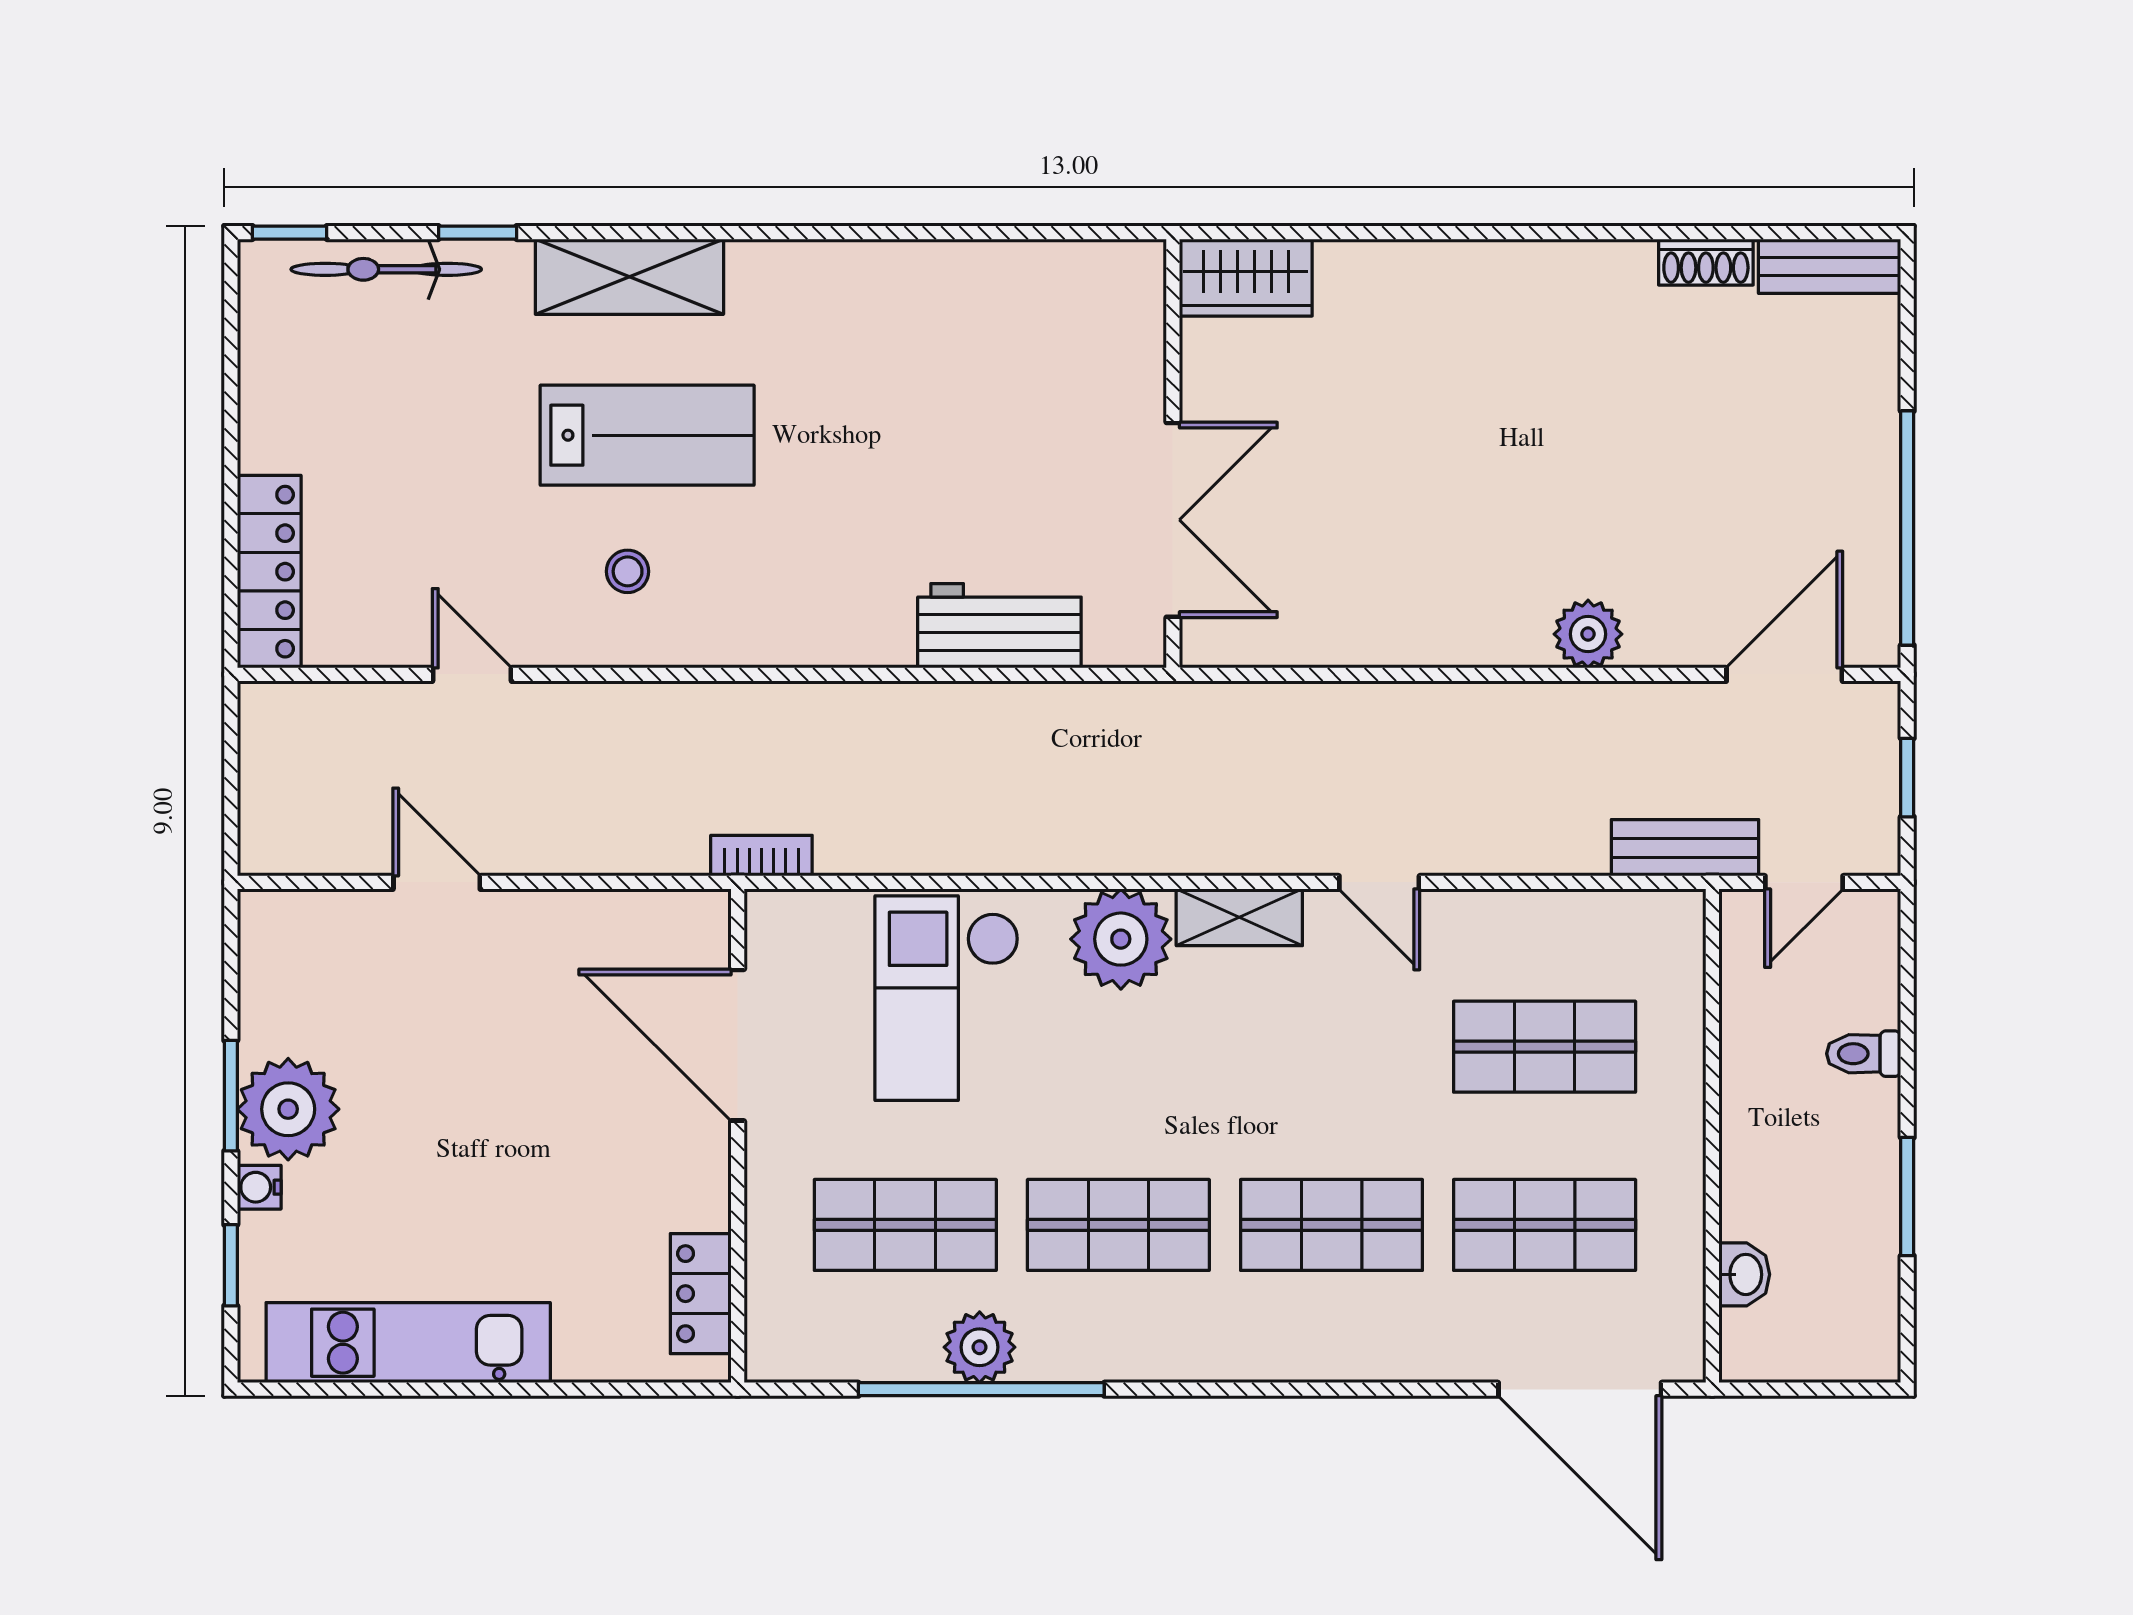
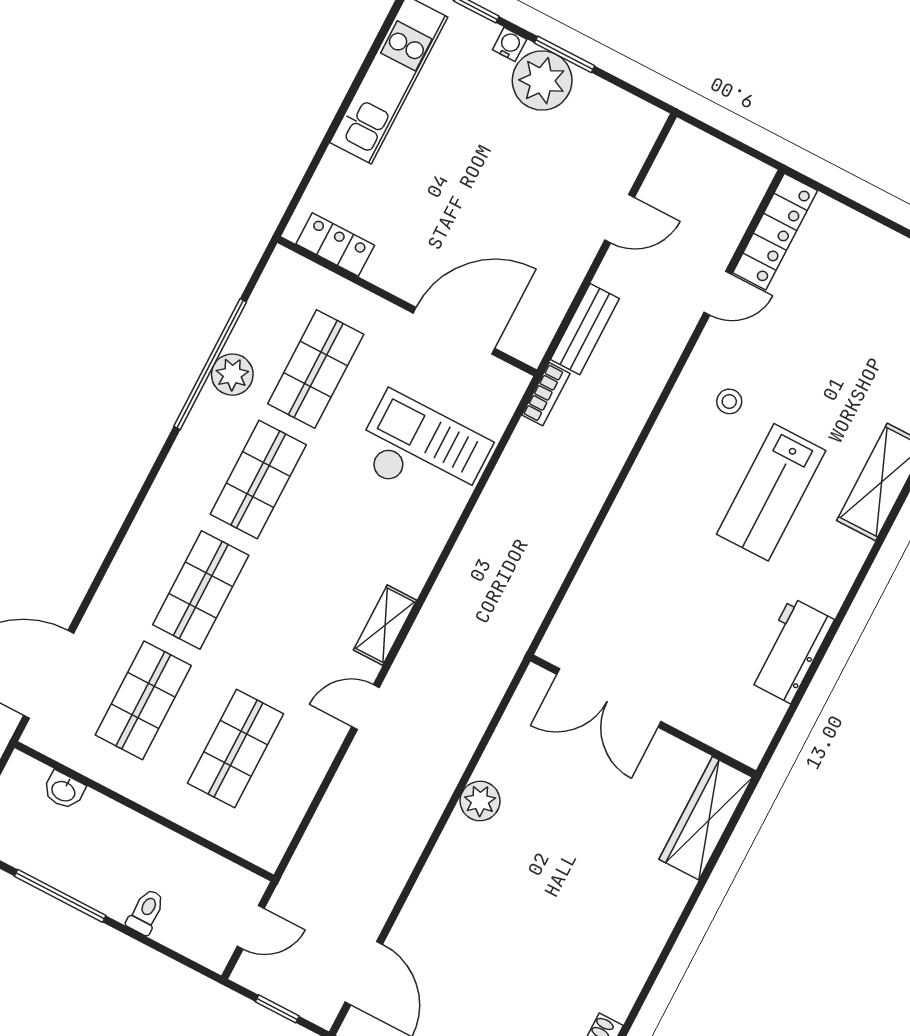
wardrobe: (1246, 278) -> (706, 818), width x1.50
lab bench: (647, 435) -> (771, 492), moved
locker: (269, 572) -> (775, 232), moved, turned -90
workbench: (999, 626) -> (791, 650), moved, turned 180
plant: (1588, 634) -> (480, 801), moved
bench: (1685, 848) -> (585, 329), moved
door: (1804, 882) -> (251, 927), swing flipped
plant: (1121, 939) -> (406, 558), removed
window: (1907, 1197) -> (60, 896), width x1.44

